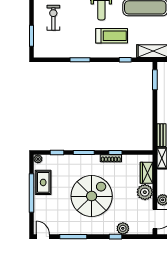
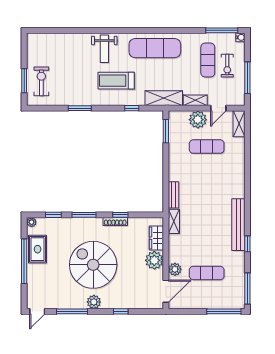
exercise bike: (53, 18) -> (41, 81), moved
treadmill: (112, 36) -> (116, 81), turned 180
spiral stairs: (92, 196) -> (93, 265), turned -90
plant: (123, 228) -> (94, 302), moved
door: (43, 237) -> (37, 311), swing flipped

